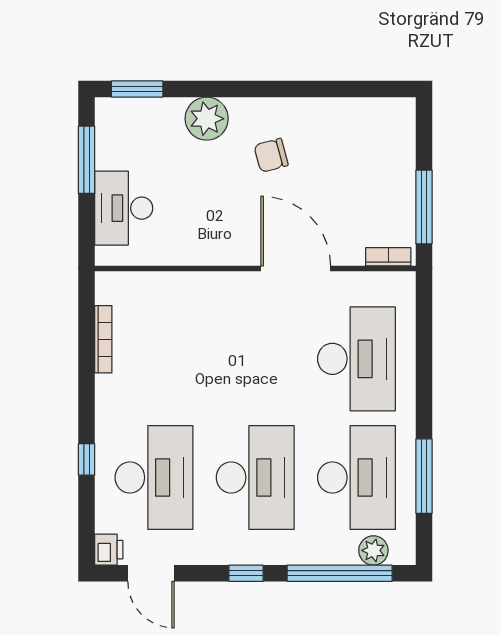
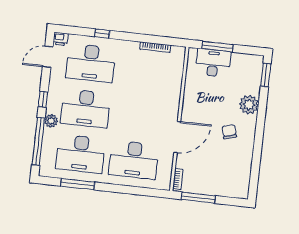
window: (87, 160) -> (217, 47), moved
plant: (373, 550) -> (51, 121), moved

